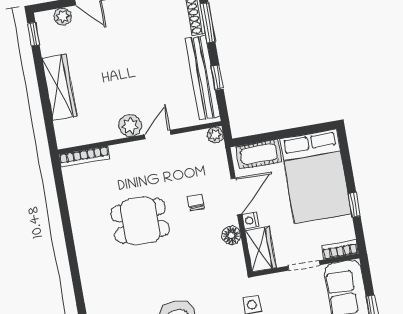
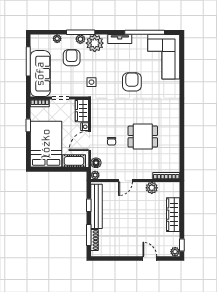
plant: (63, 16) -> (175, 252), moved
plant: (130, 126) -> (152, 188), moved
floor lamp: (231, 235) -> (96, 163), moved

